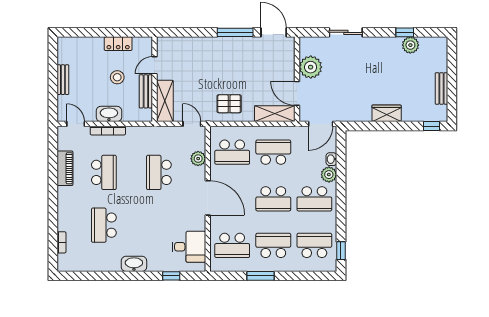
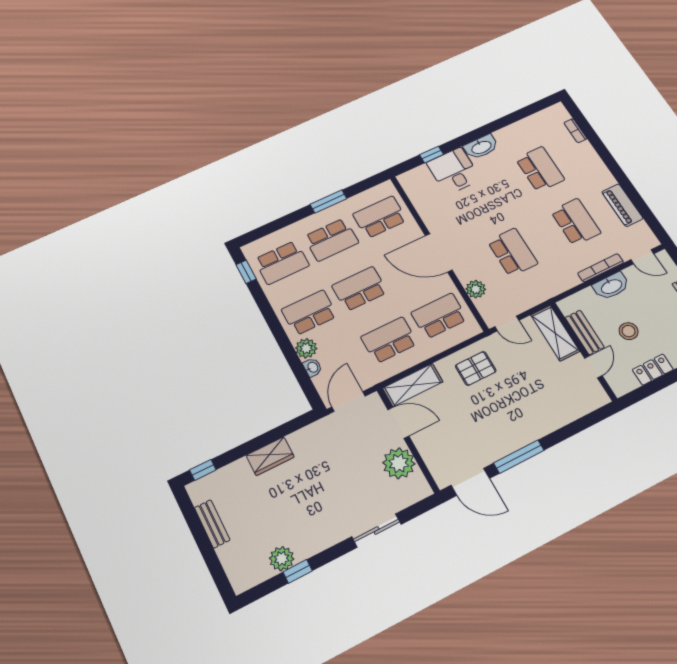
school desk: (273, 152) -> (389, 340), turned 180
school desk: (104, 172) -> (576, 222), turned 180
desk: (189, 247) -> (454, 171), moved, turned 90

